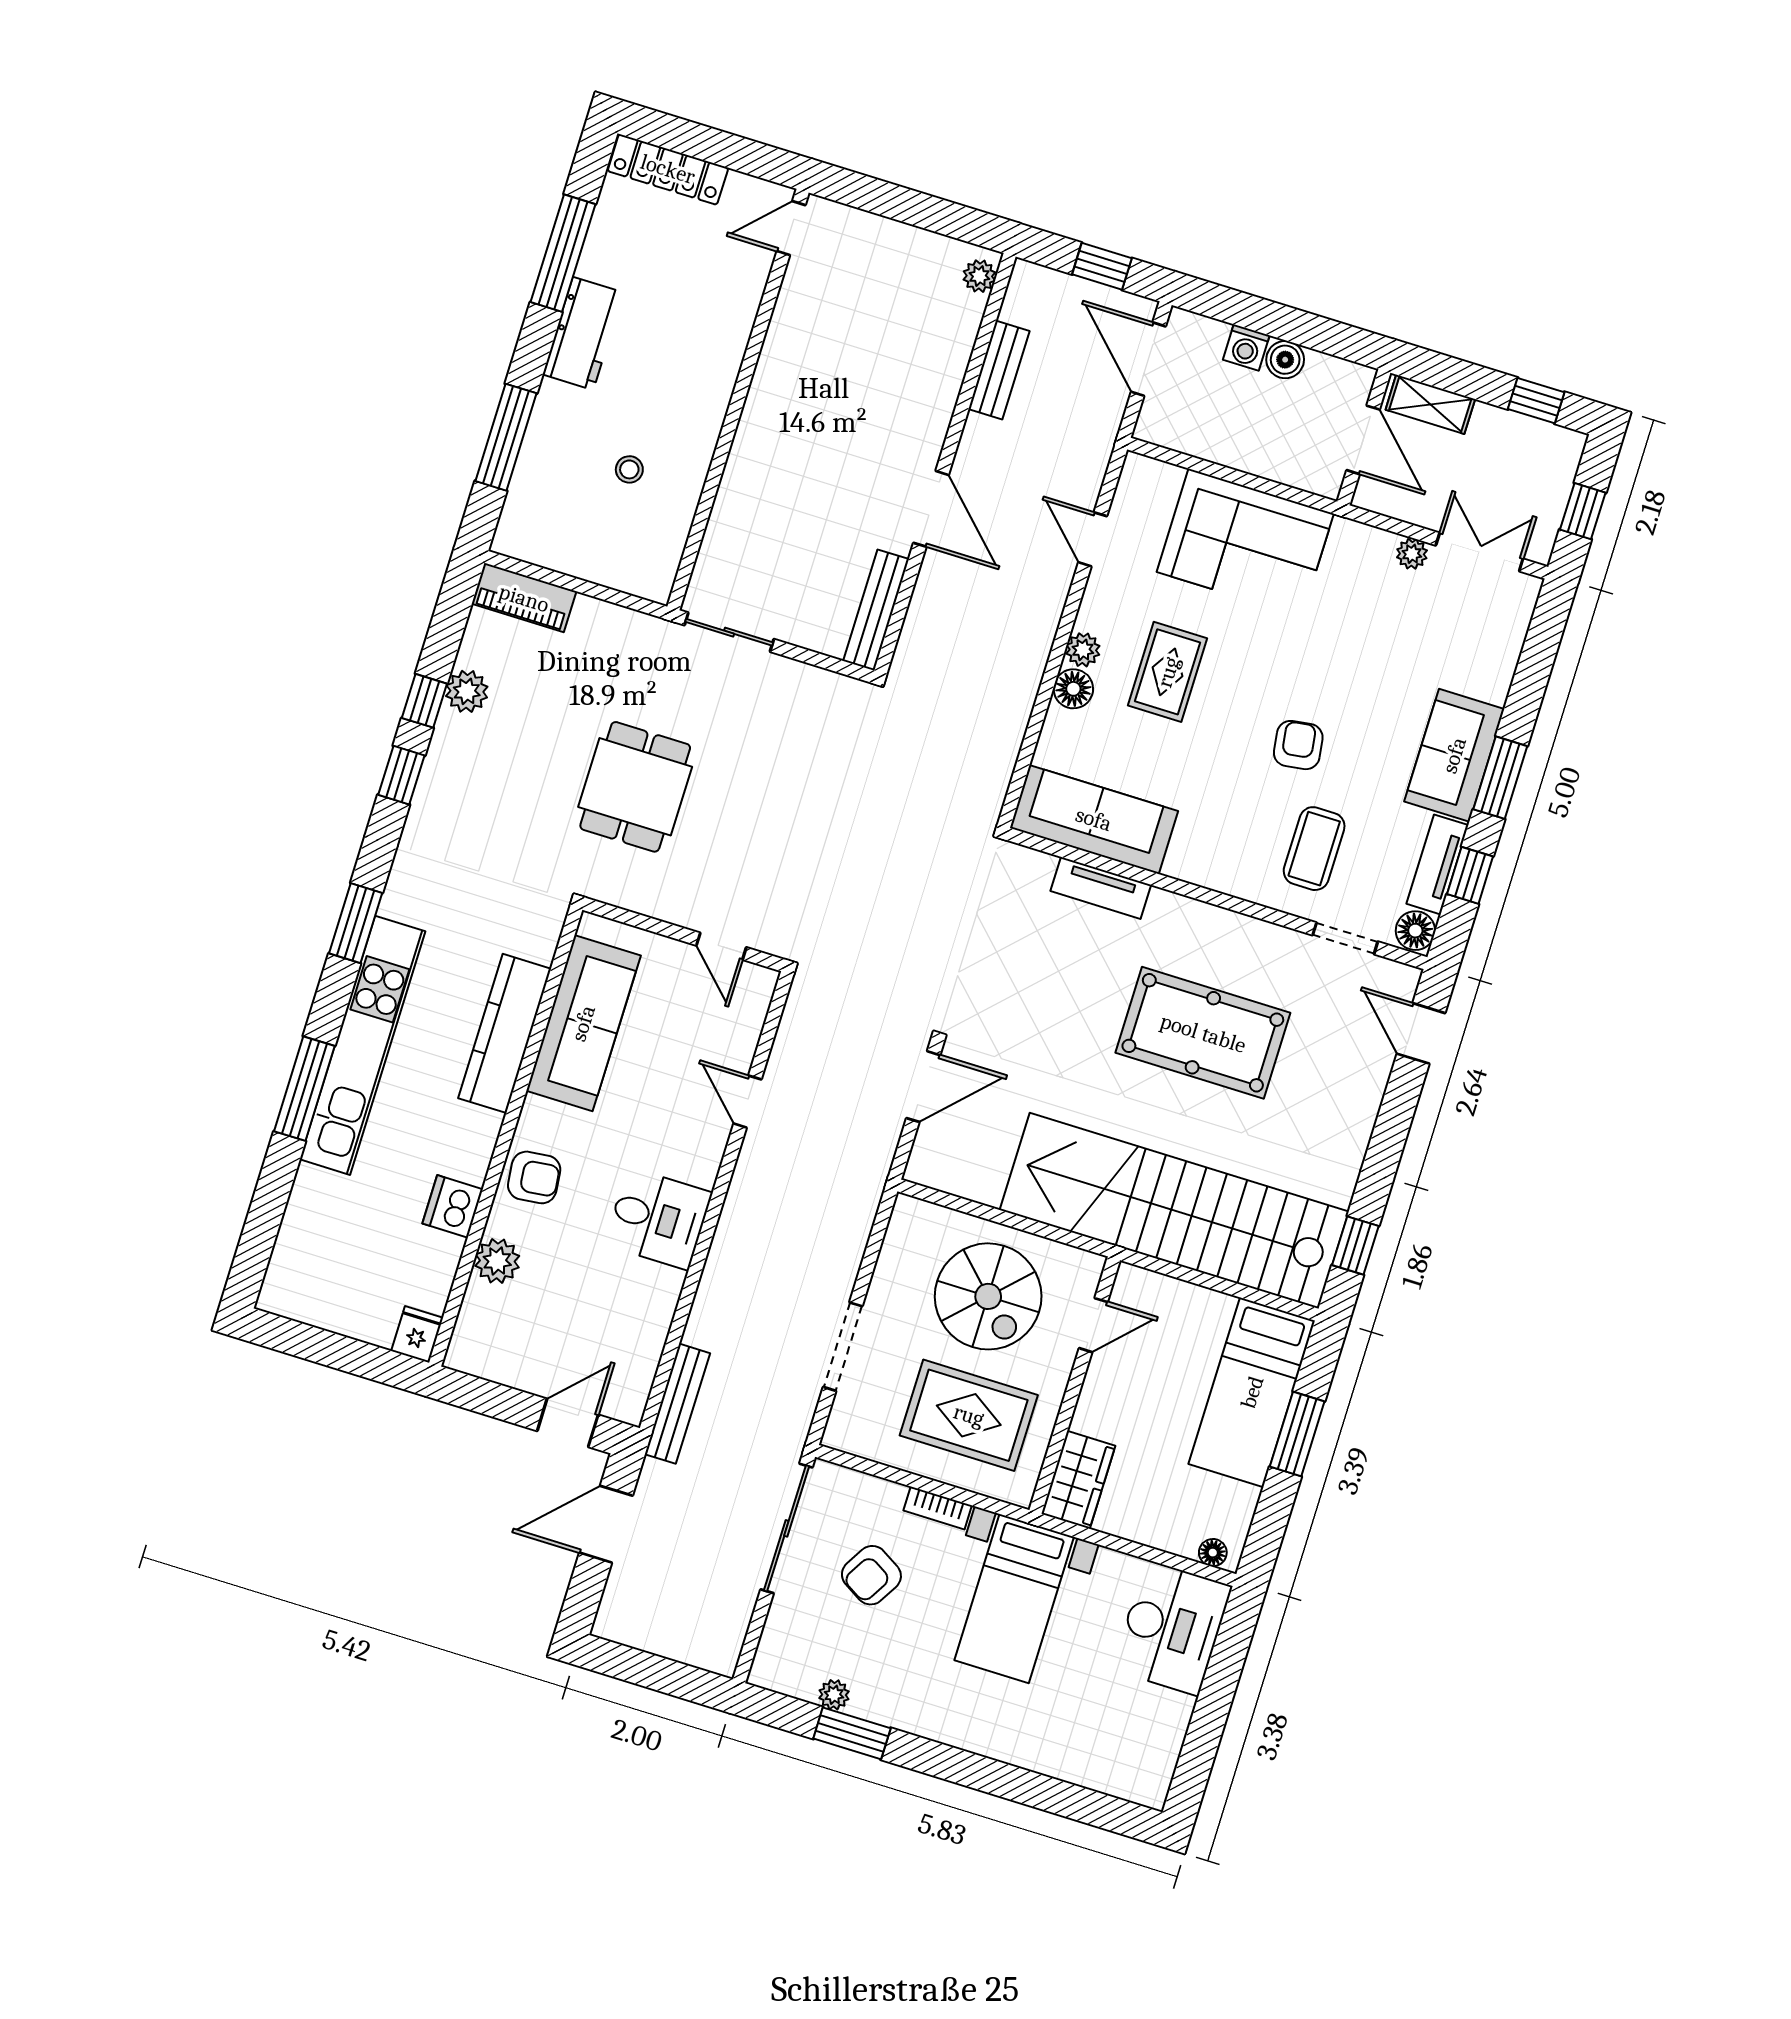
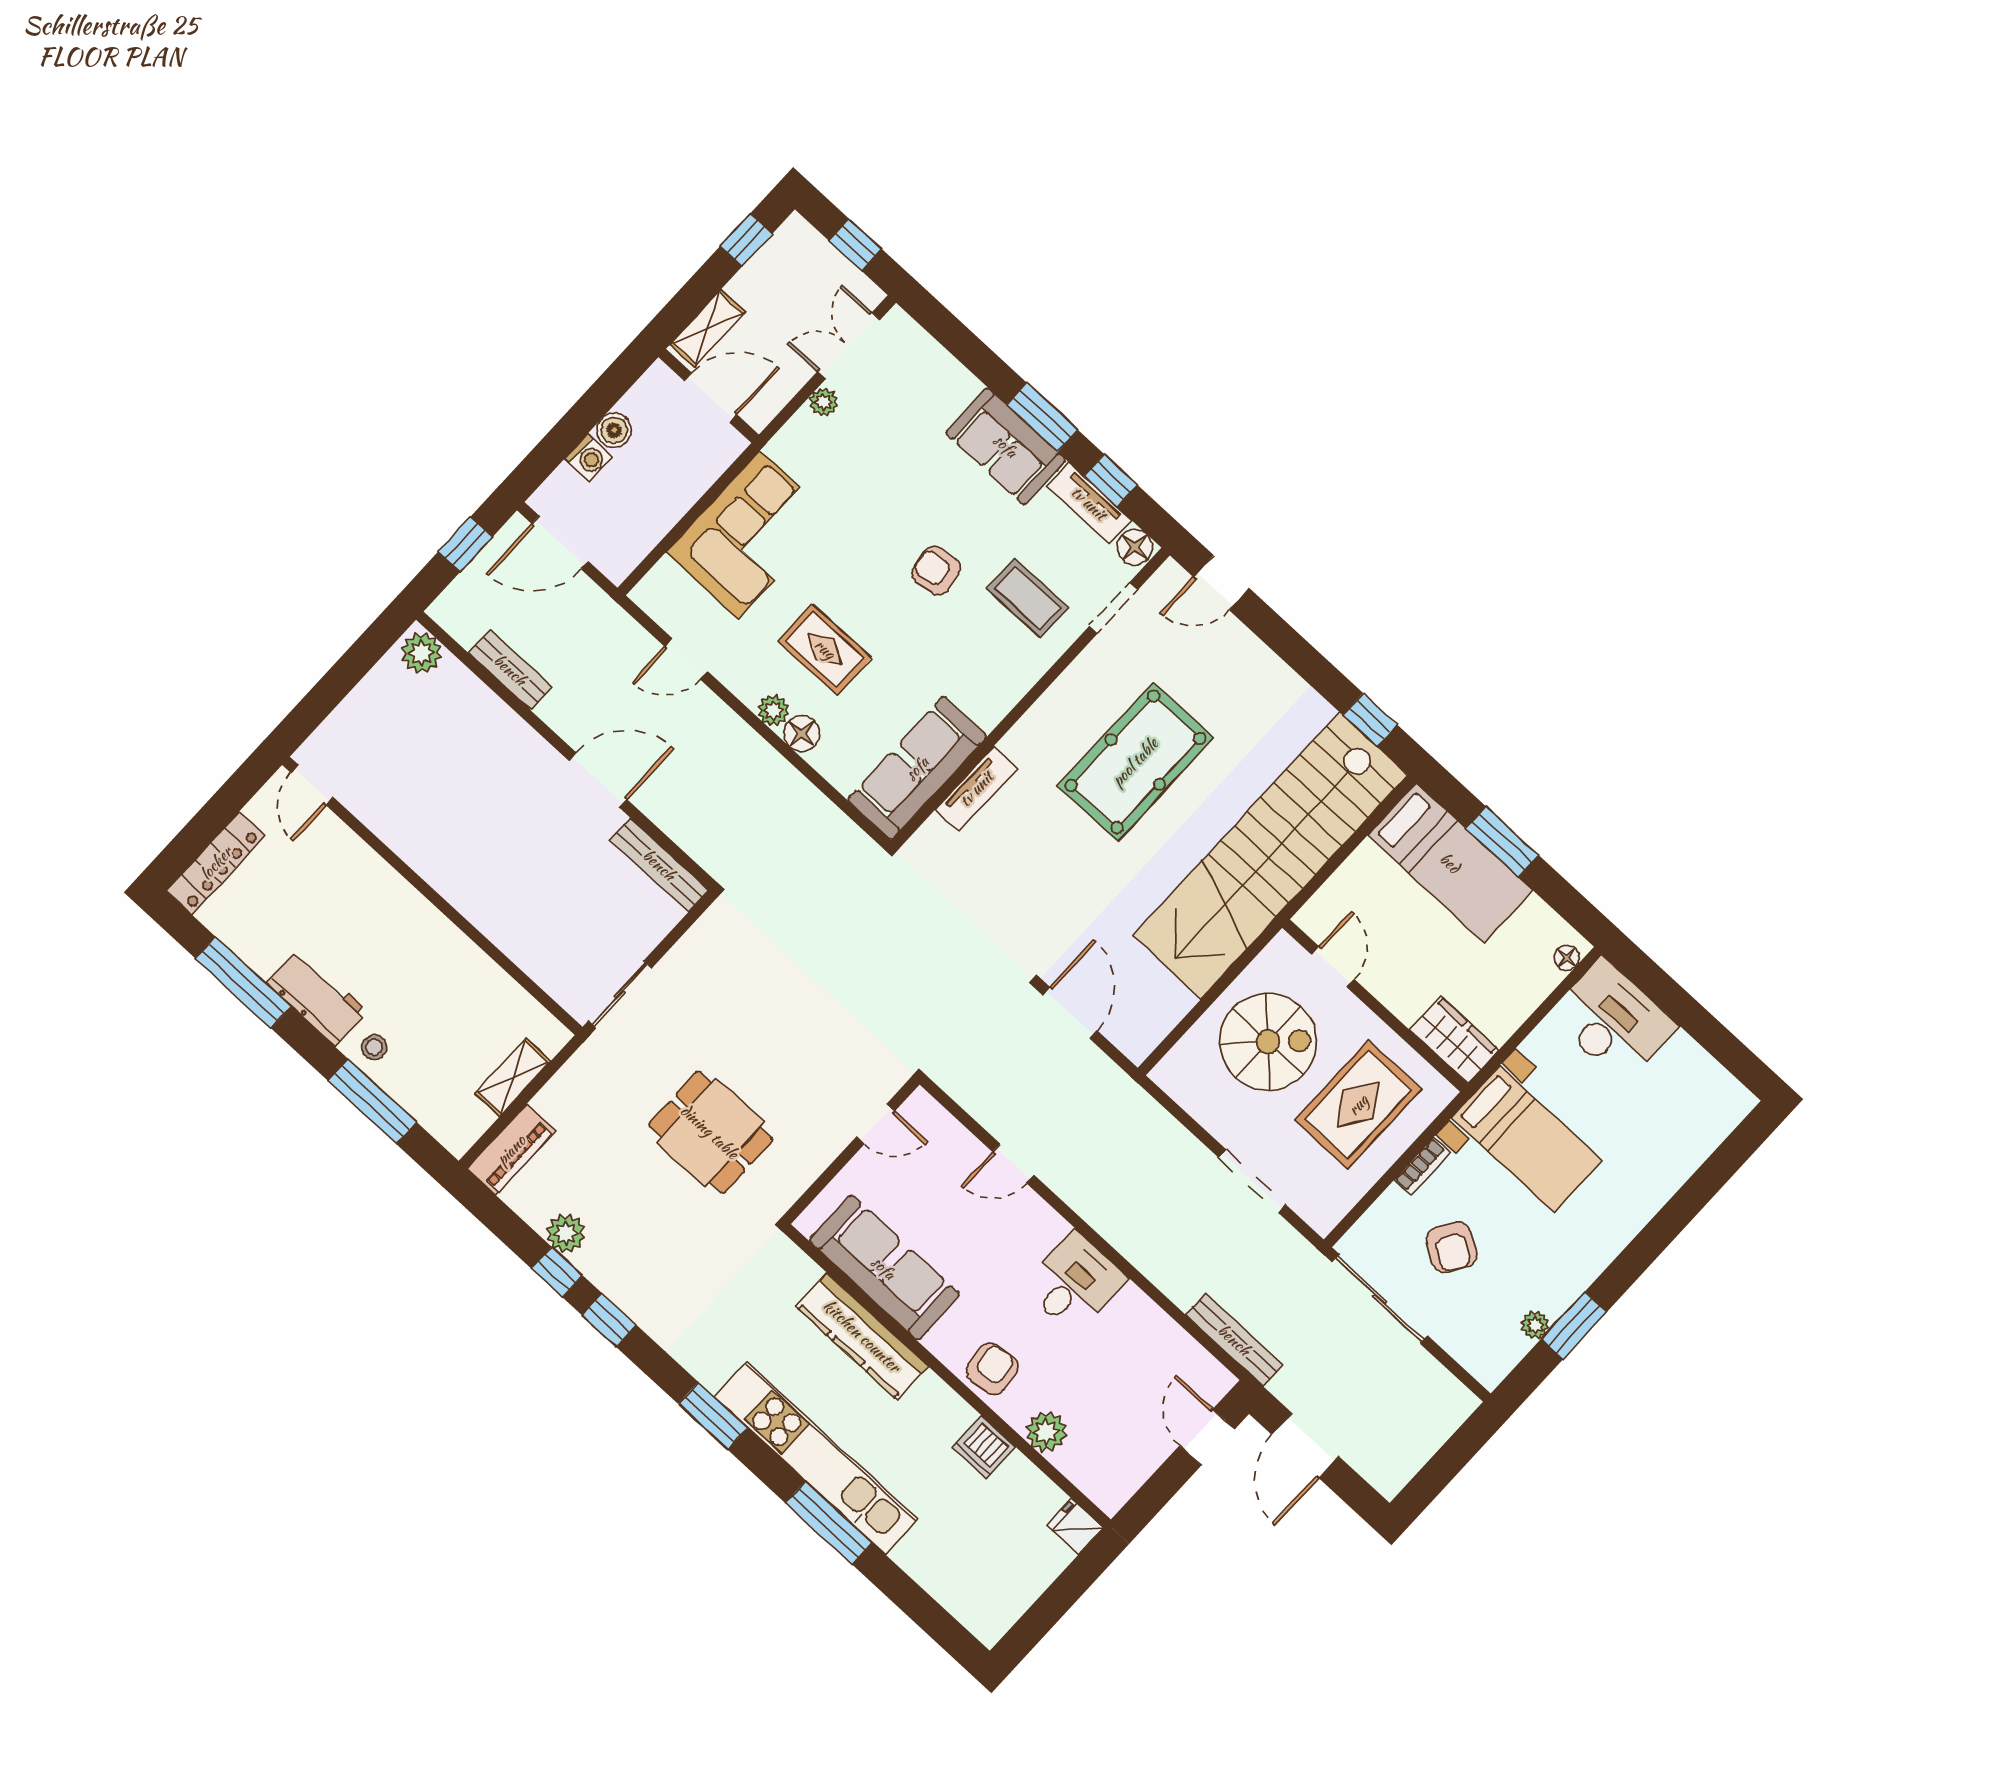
plant: (979, 276) -> (422, 653), width x1.38, depth x1.38
stool: (629, 469) -> (374, 1047), moved
shelving: (596, 565) -> (513, 1077), added

